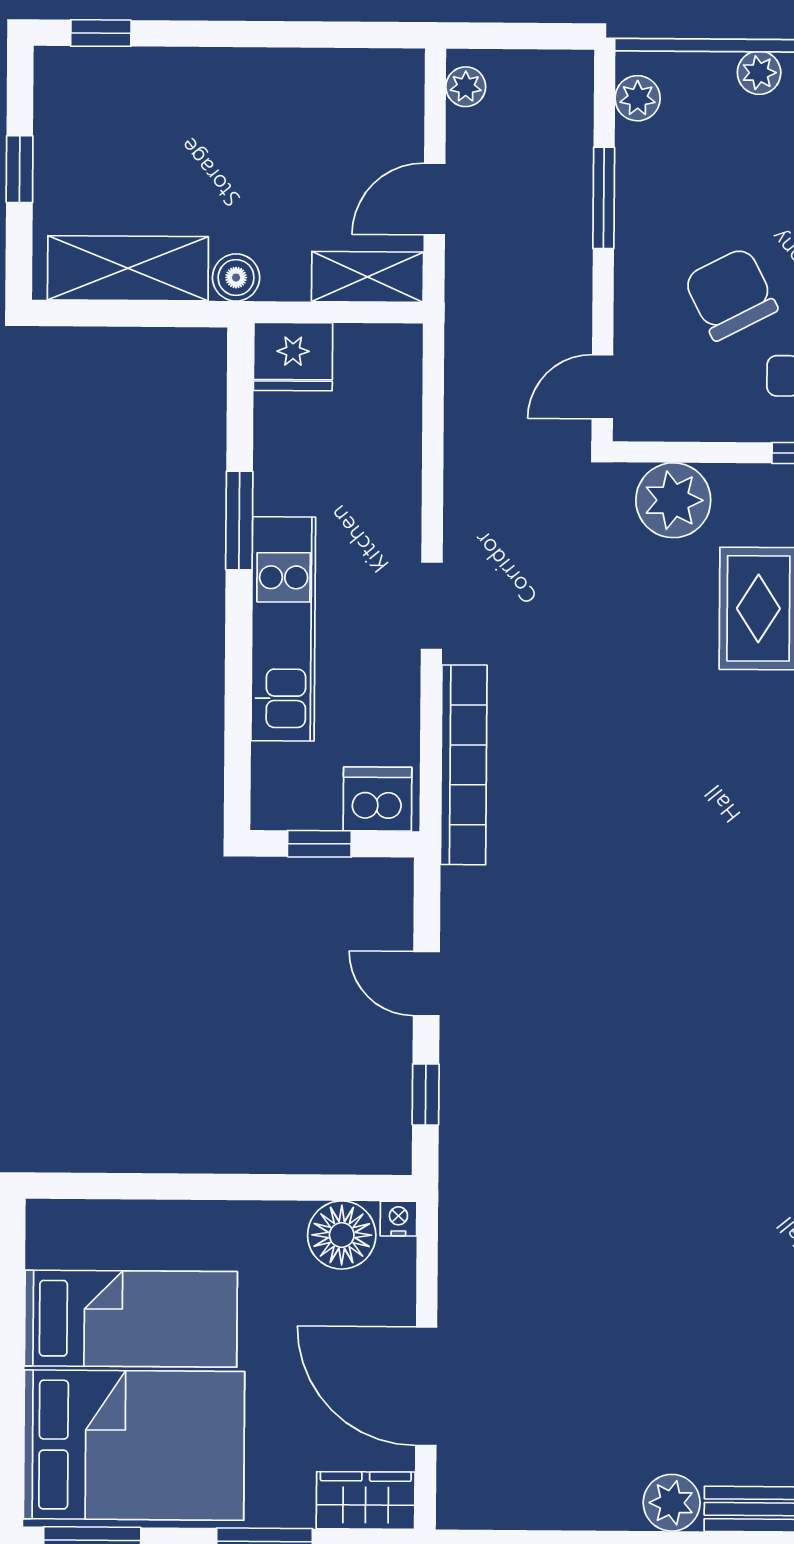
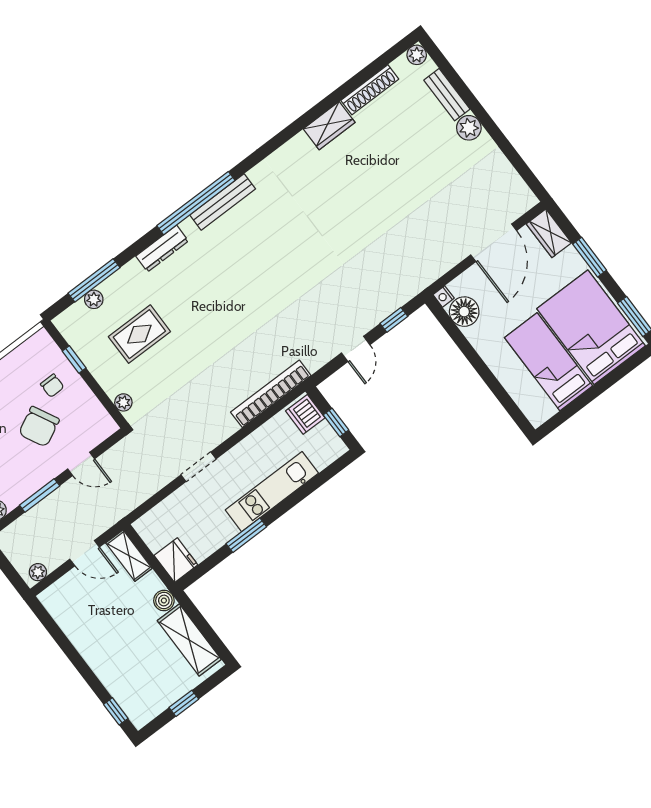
door: (602, 387) -> (81, 464), moved
plant: (673, 500) -> (123, 402), width x0.53, depth x0.53
doorway: (432, 606) -> (198, 467), moved

